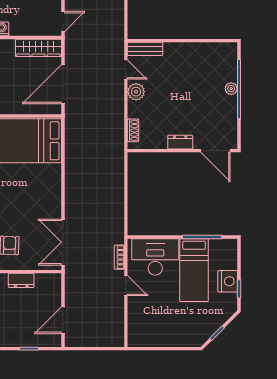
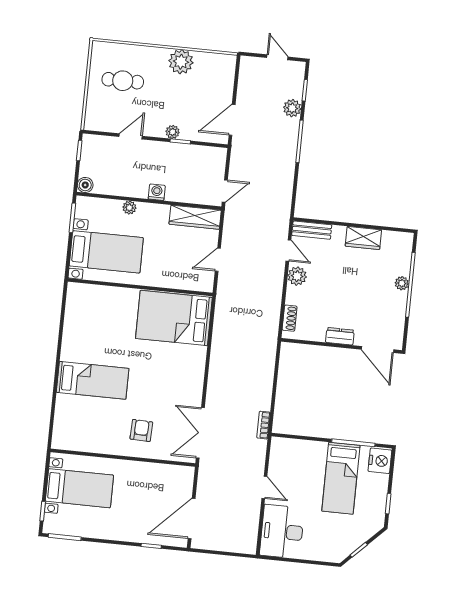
wardrobe: (192, 51) -> (363, 238), added
door: (63, 84) -> (218, 260), width x0.53
bookcase: (119, 257) -> (264, 425), moved
desk: (155, 257) -> (282, 532), moved, turned -90
dresser: (21, 280) -> (150, 470), removed
nightstand: (228, 281) -> (380, 461), moved
door: (63, 320) -> (192, 519), width x1.36

